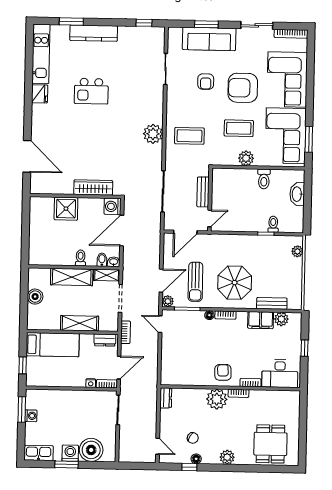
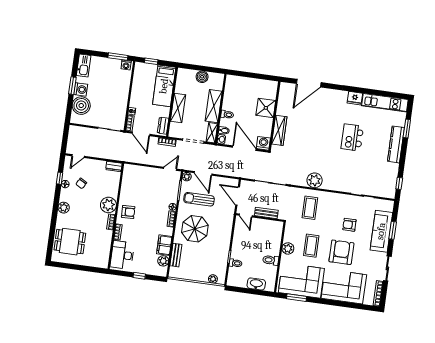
washing machine: (31, 416) -> (126, 65), moved

